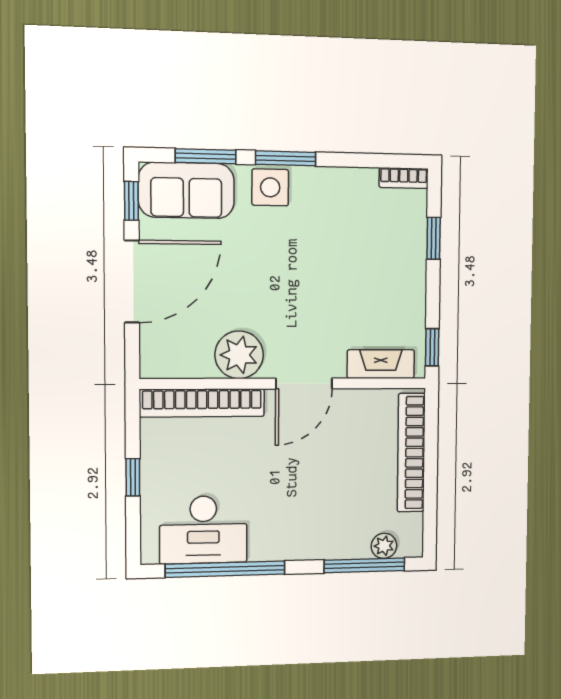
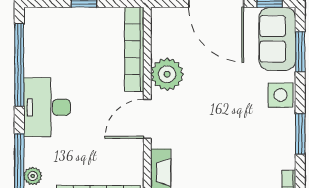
window: (286, 158) -> (300, 134), moved
door: (304, 384) -> (147, 119), hinge flipped
desk: (203, 530) -> (47, 107), moved

